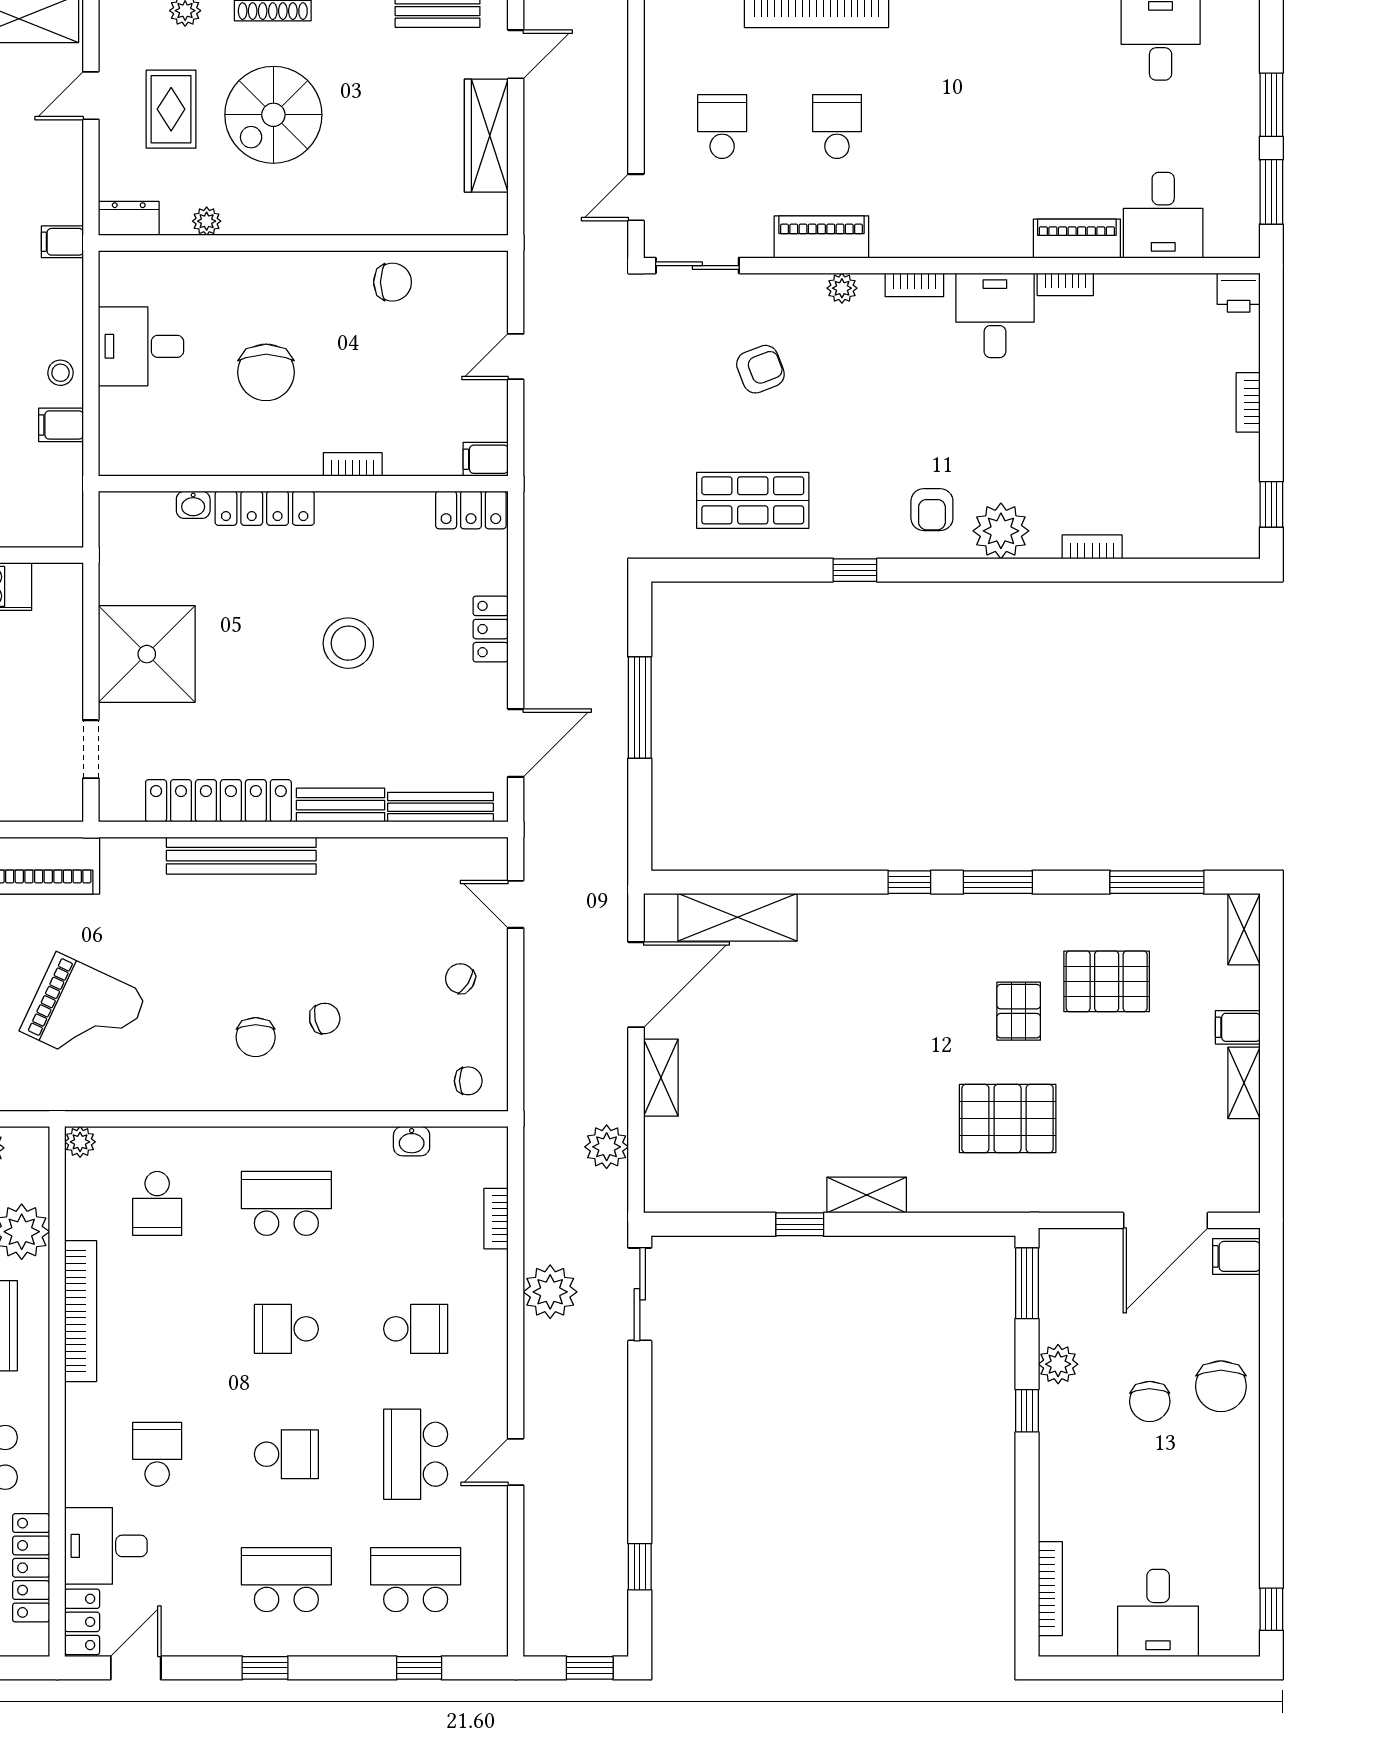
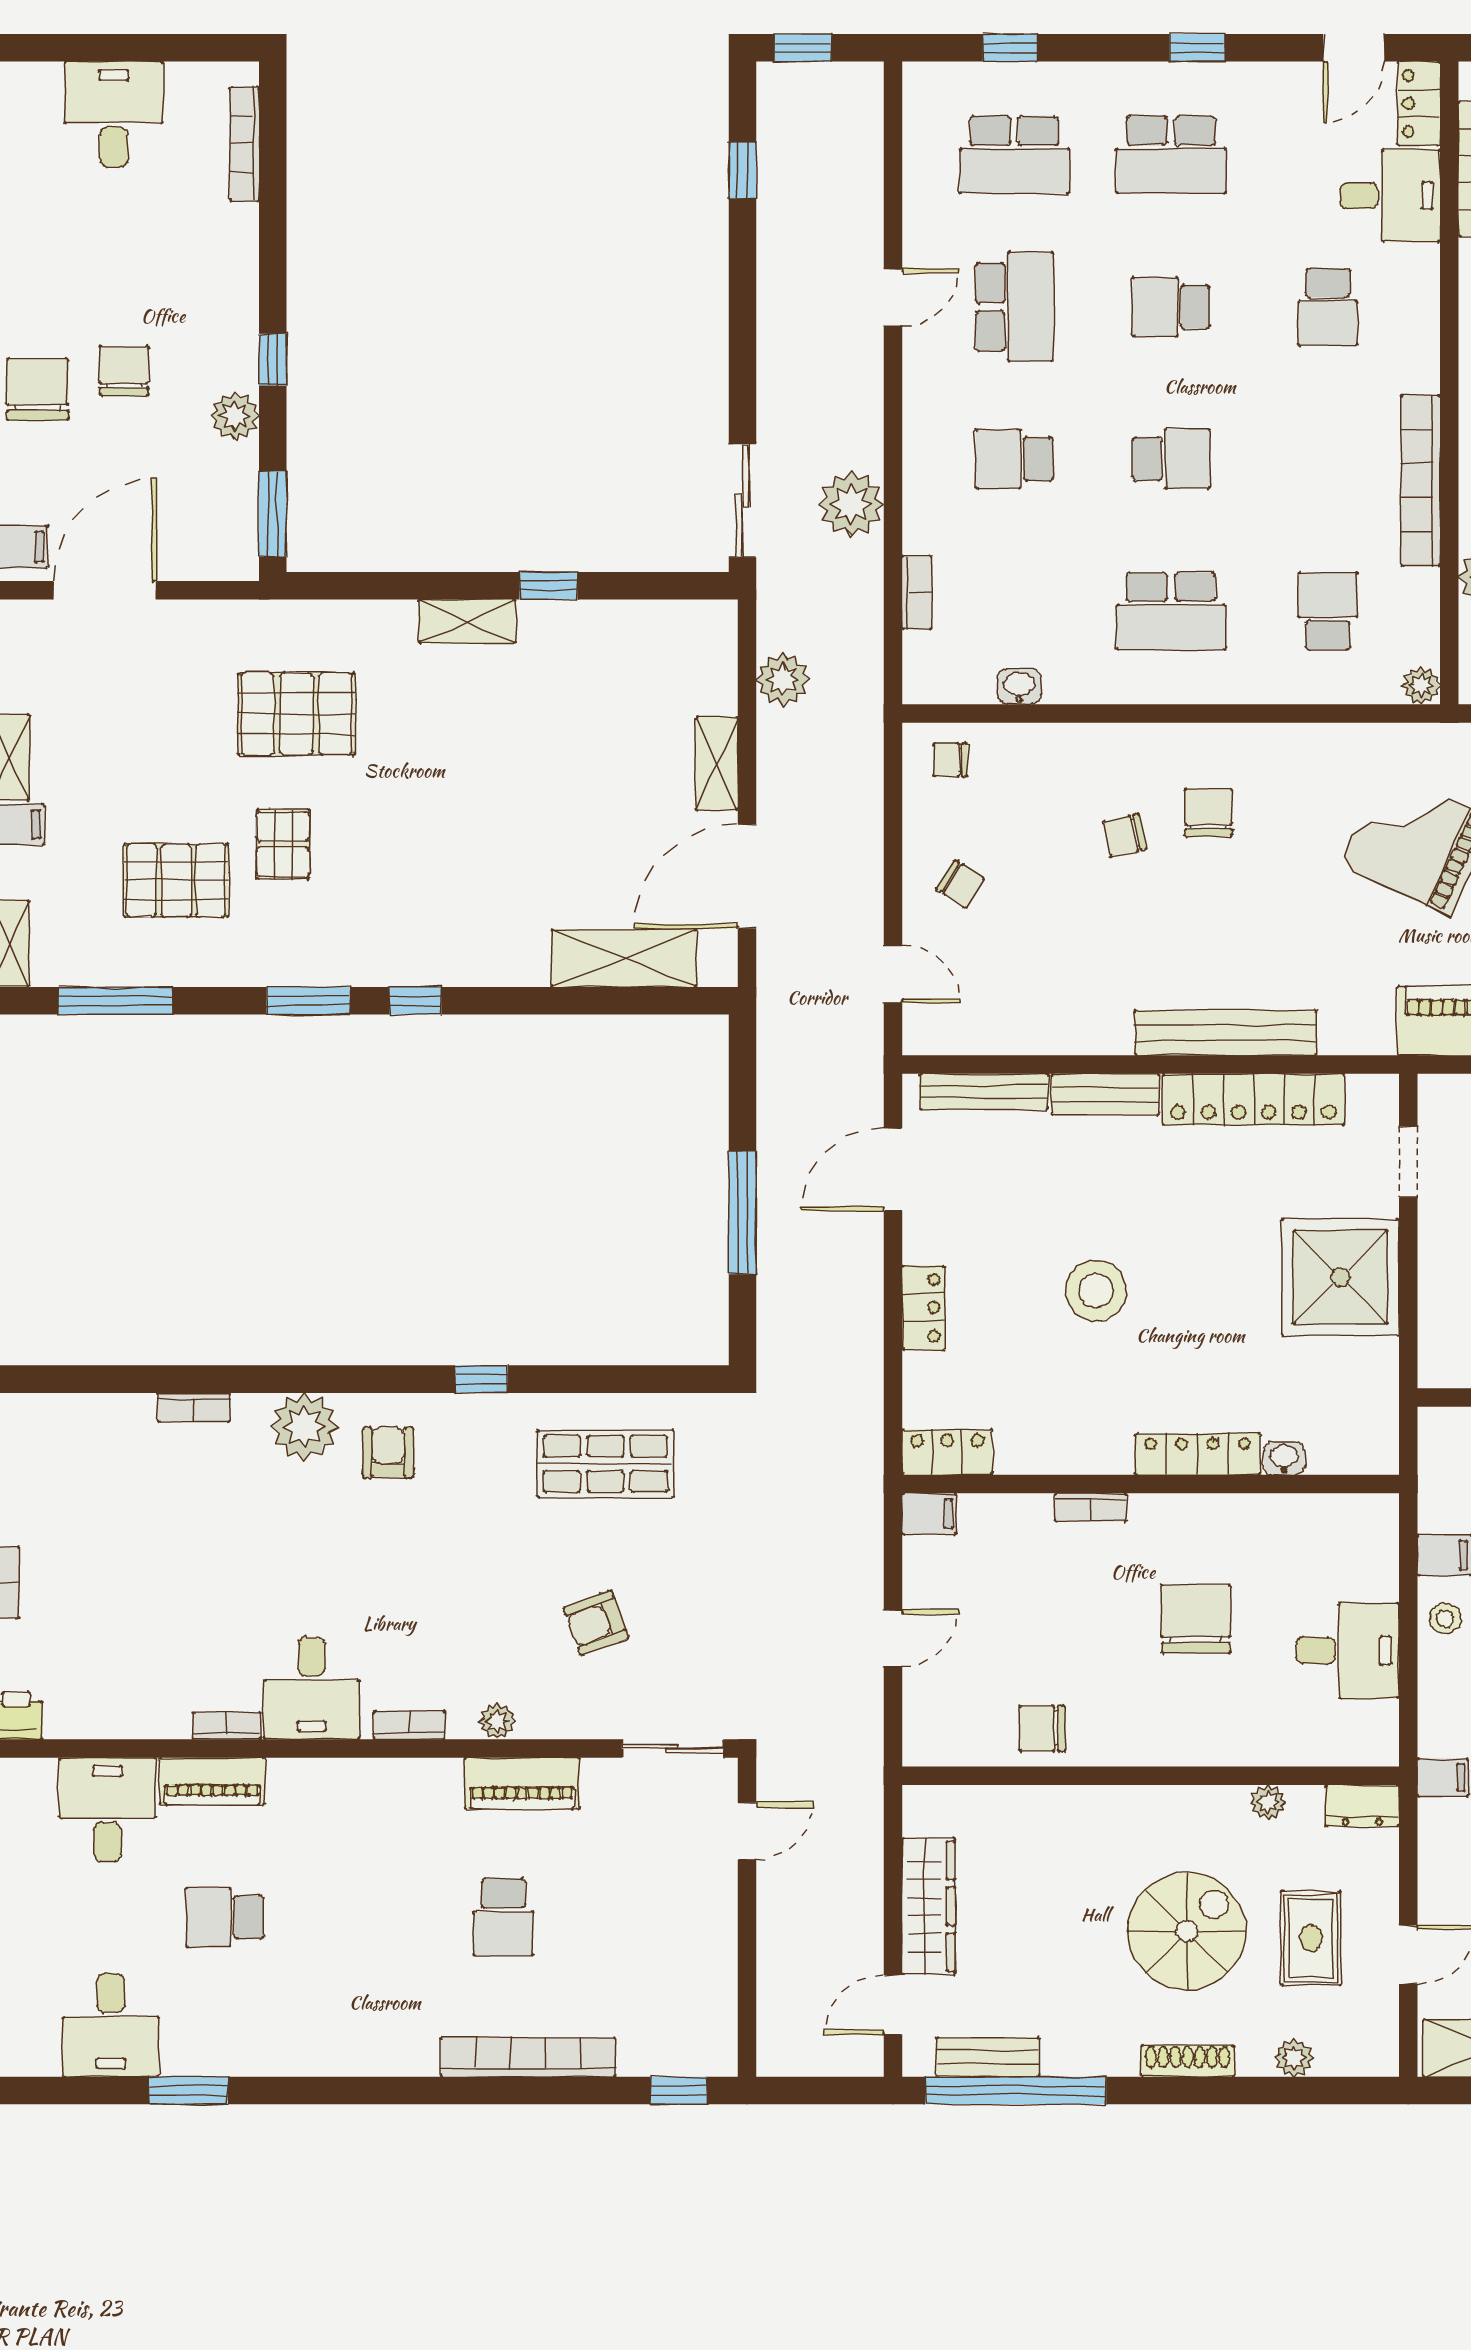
school desk: (722, 126) -> (225, 1917), moved, turned 90

